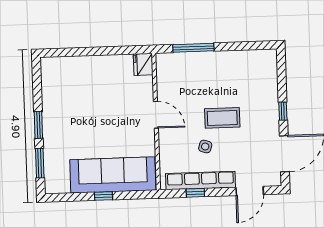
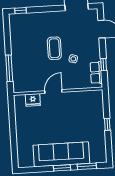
fridge: (143, 64) -> (33, 100), moved
window: (283, 111) -> (20, 11), moved
sofa: (113, 175) -> (61, 154), moved, turned 90
row of seats: (200, 181) -> (96, 73), width x0.50

